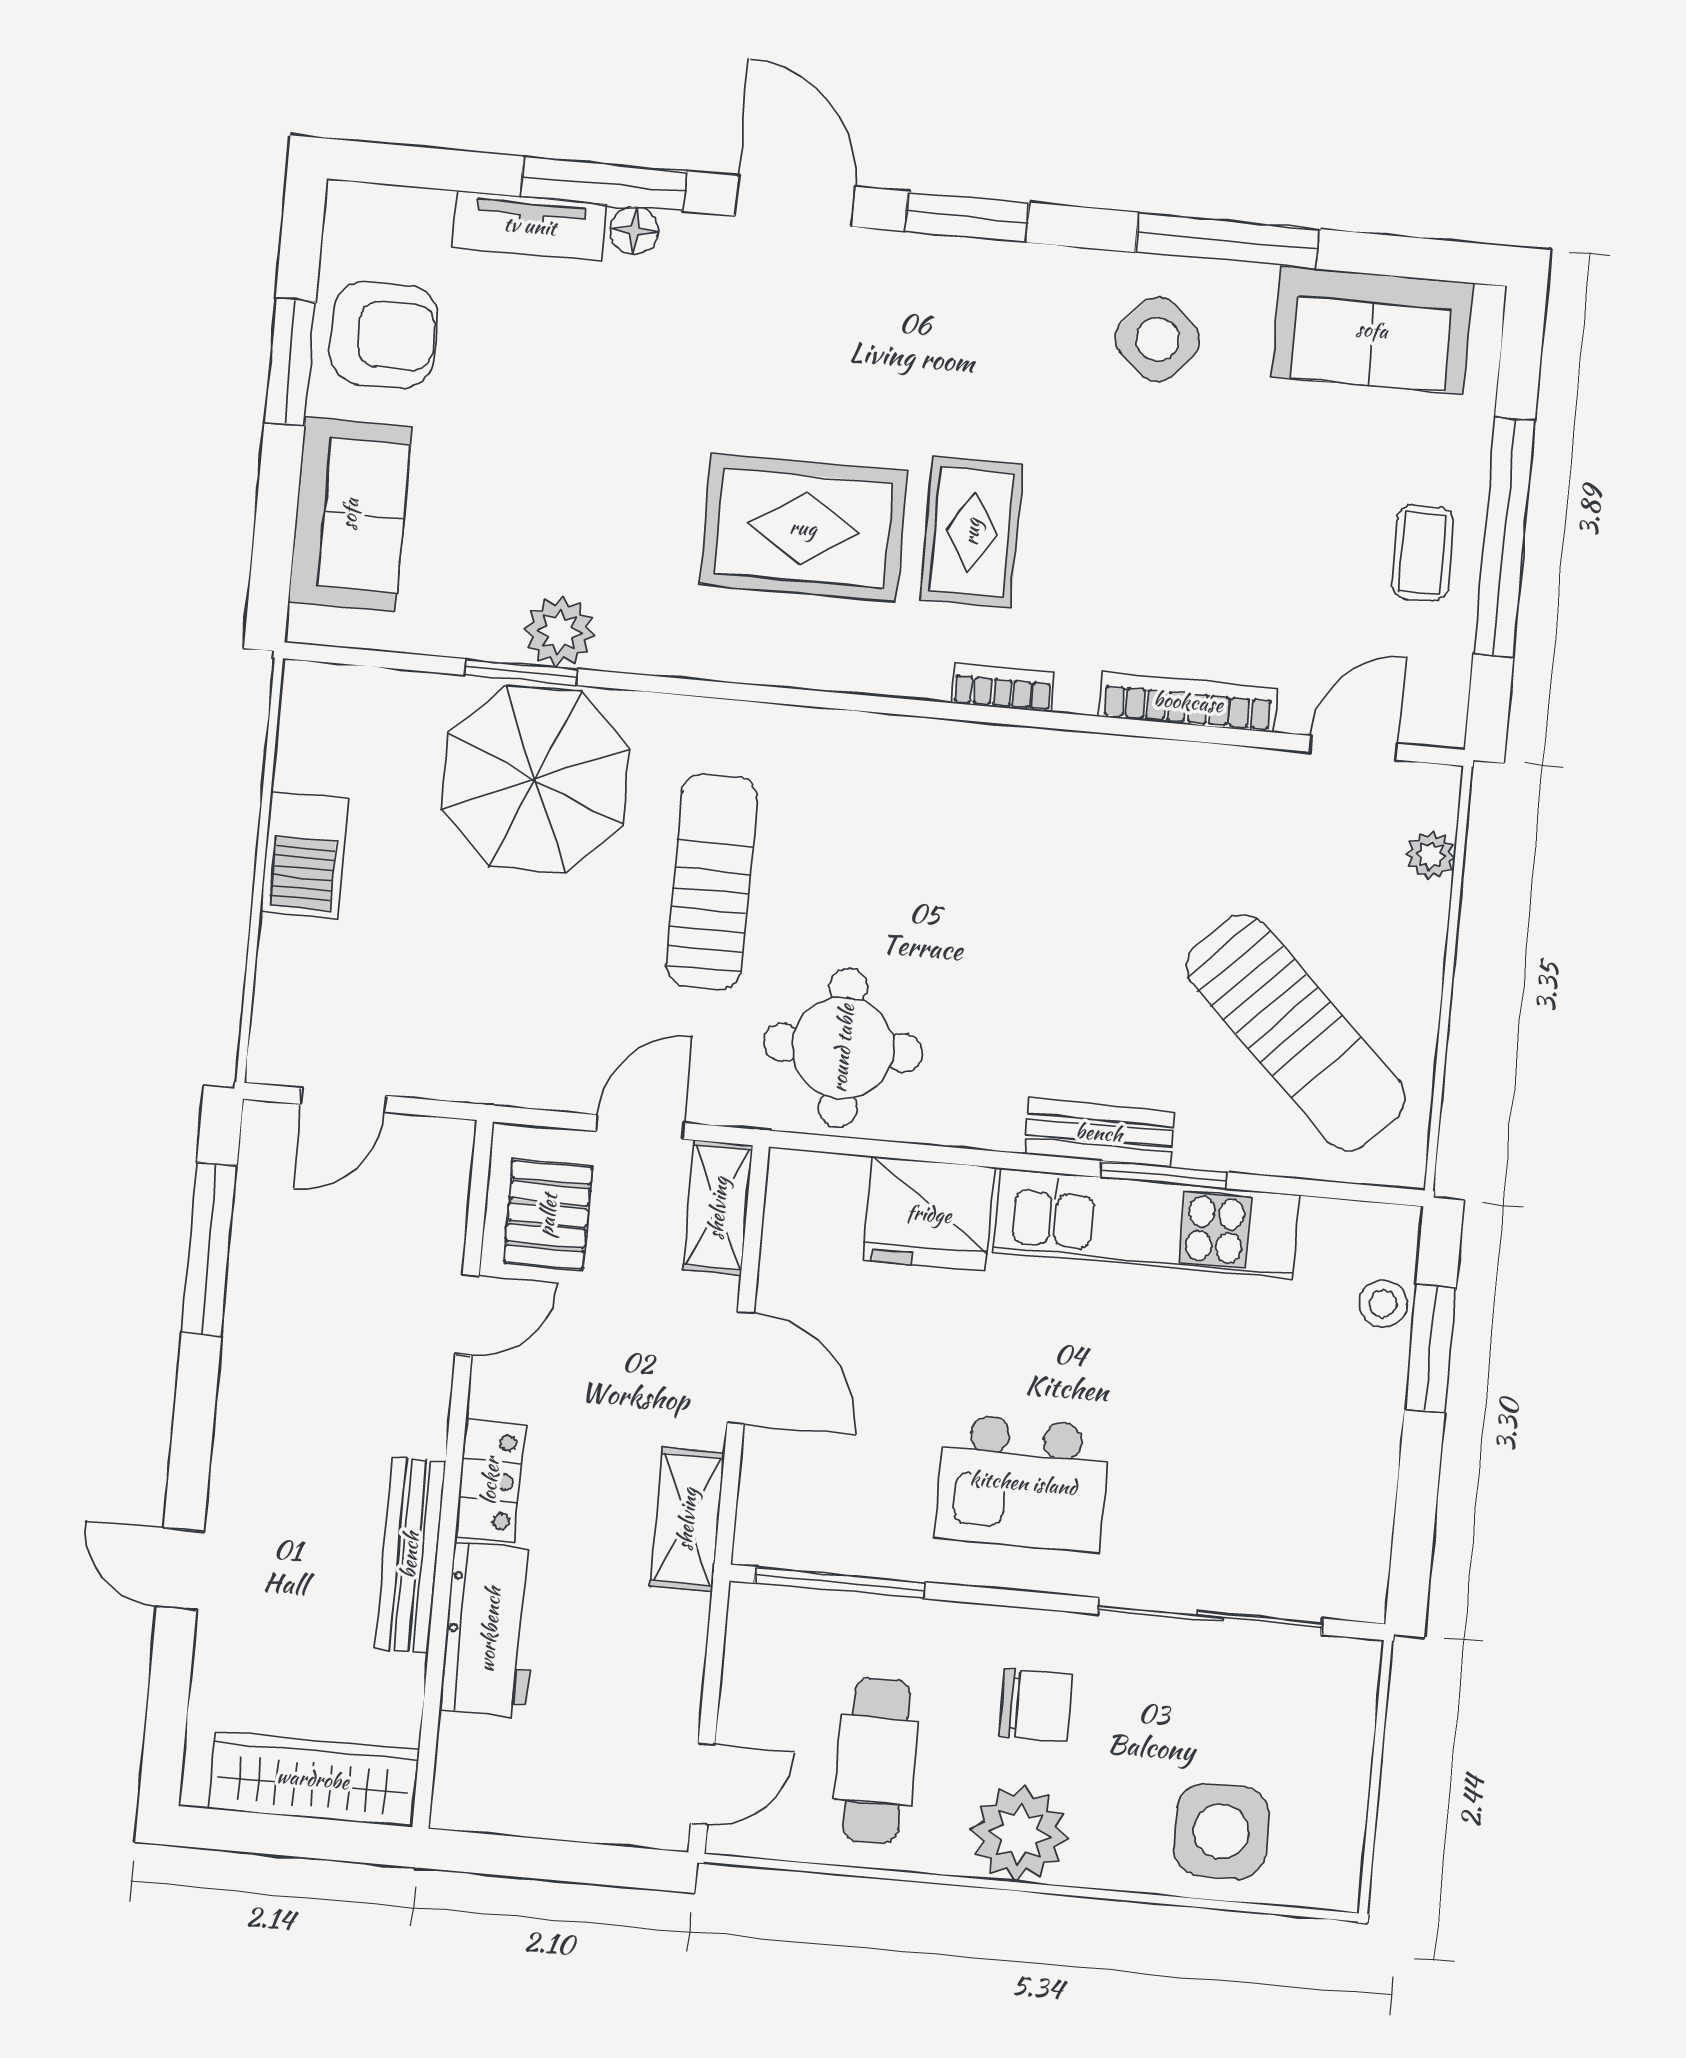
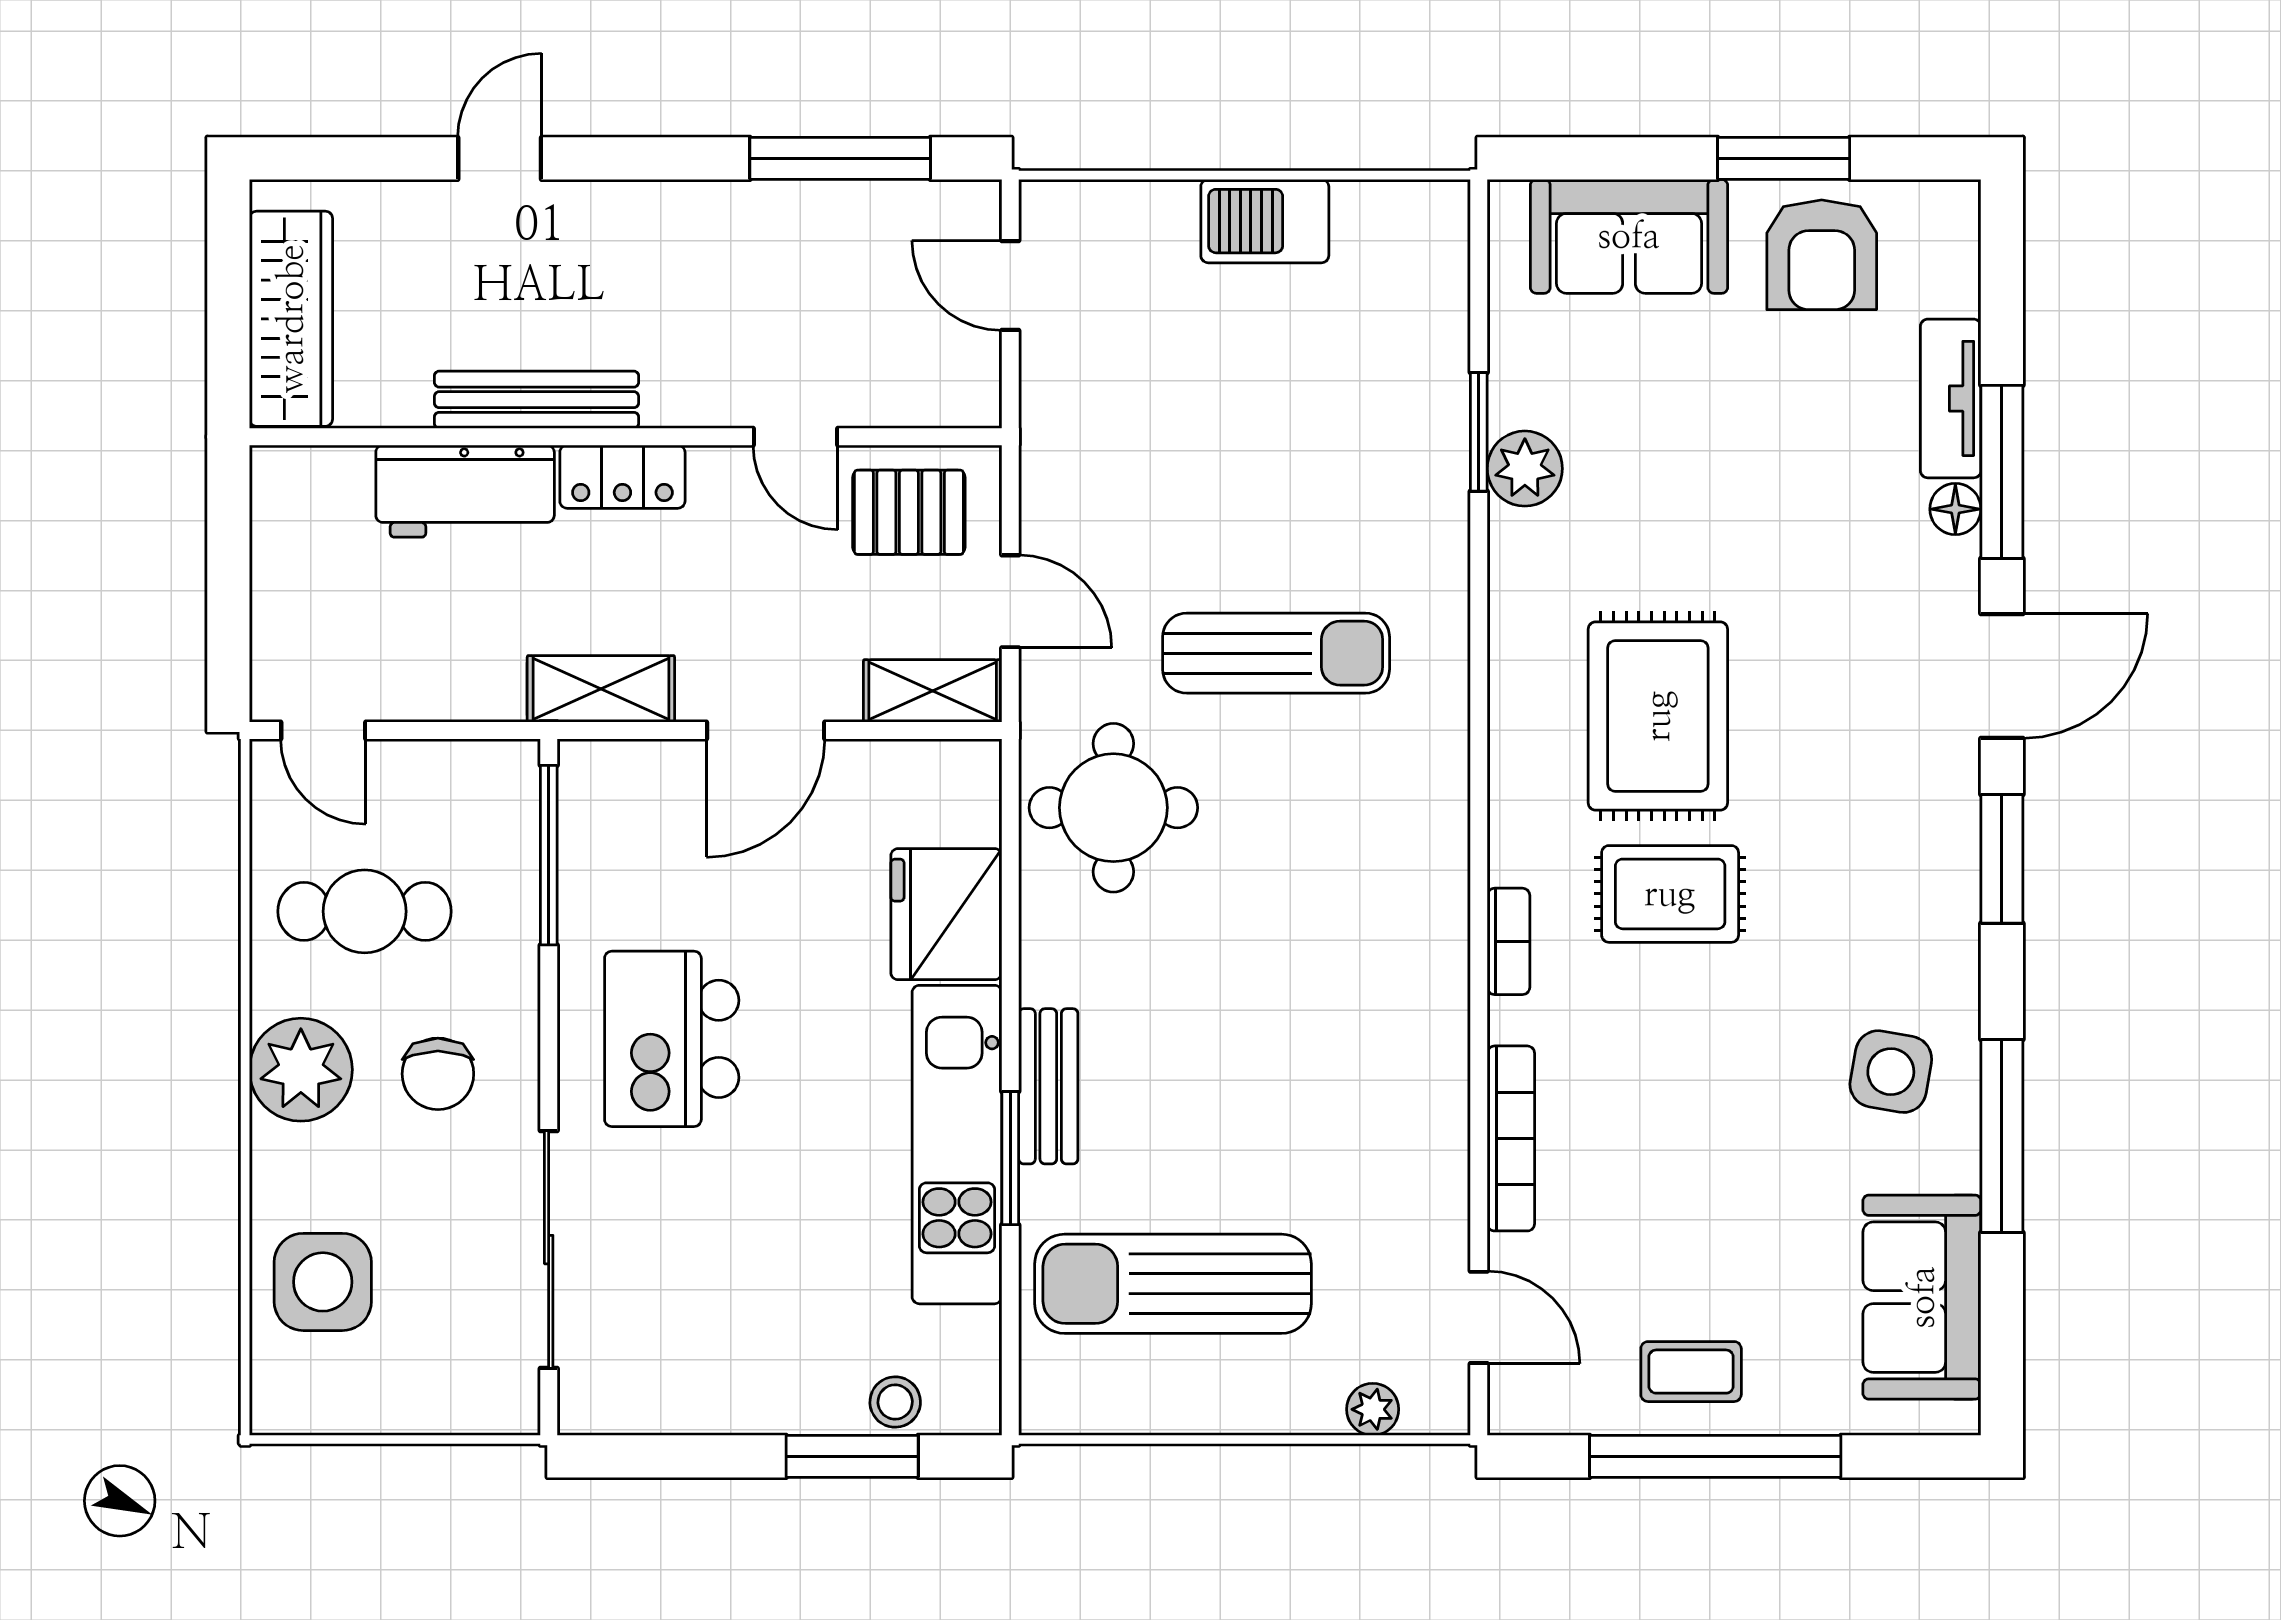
side table: (1158, 339) -> (1891, 1072), turned -32
parasol: (535, 779) -> (1367, 457), removed
sun lounger: (1296, 1032) -> (1173, 1284), turned 46

